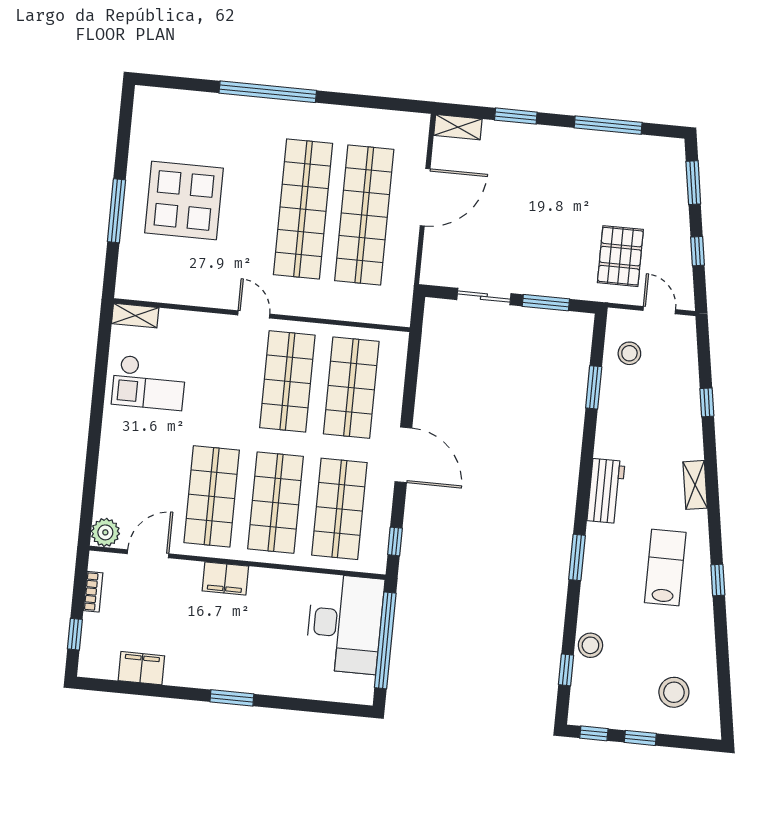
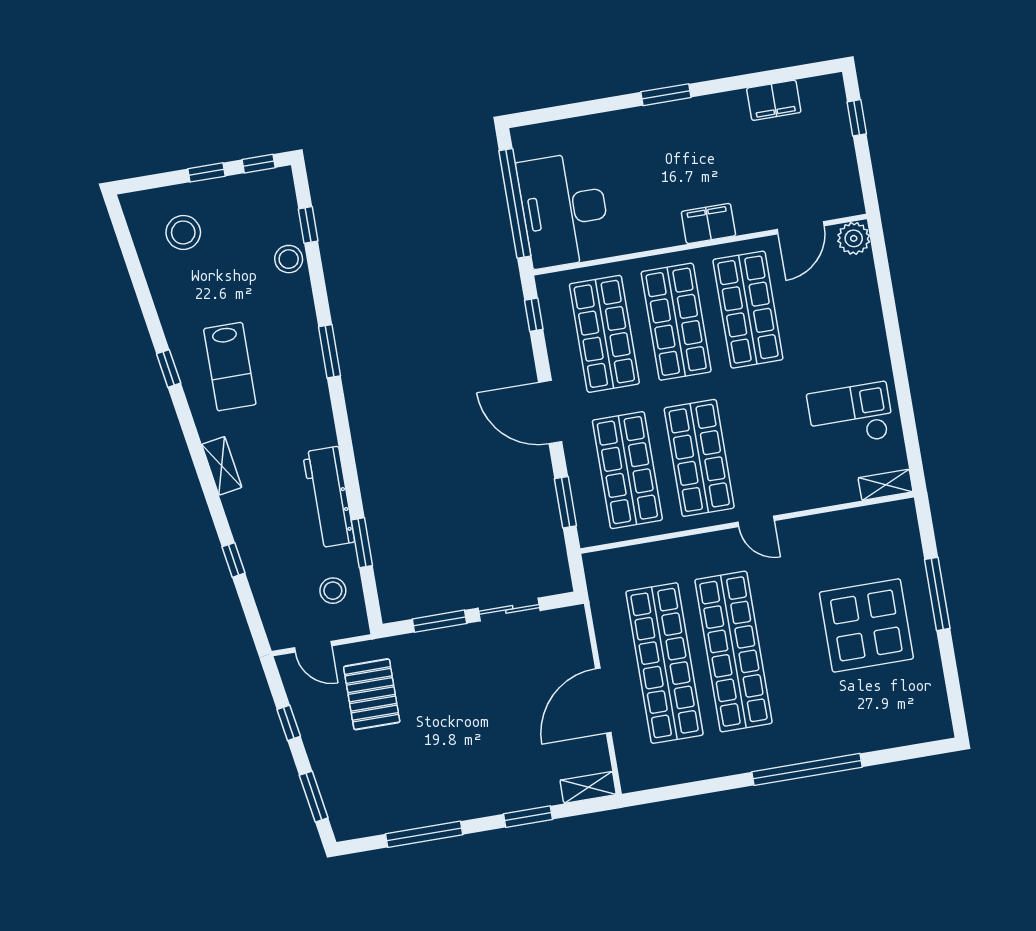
window: (411, 375) -> (565, 502), added
workbench: (606, 491) -> (329, 497), moved, width x1.38
bookcase: (93, 592) -> (849, 170), removed

